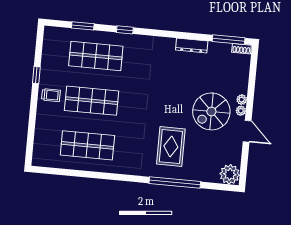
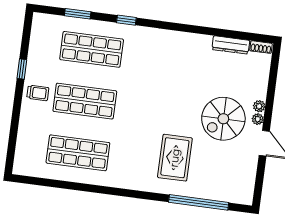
window: (229, 40) -> (246, 36), removed
dresser: (192, 46) -> (231, 45), moved
plant: (230, 174) -> (242, 193), removed
window: (175, 183) -> (199, 202), moved

